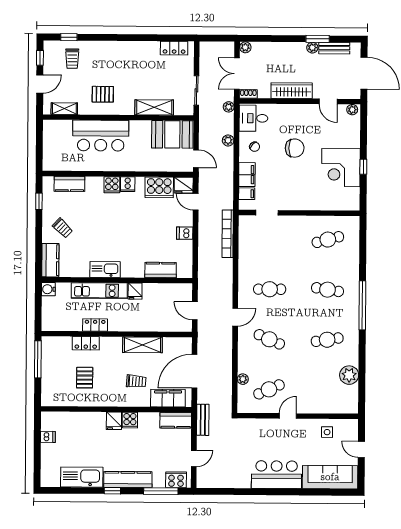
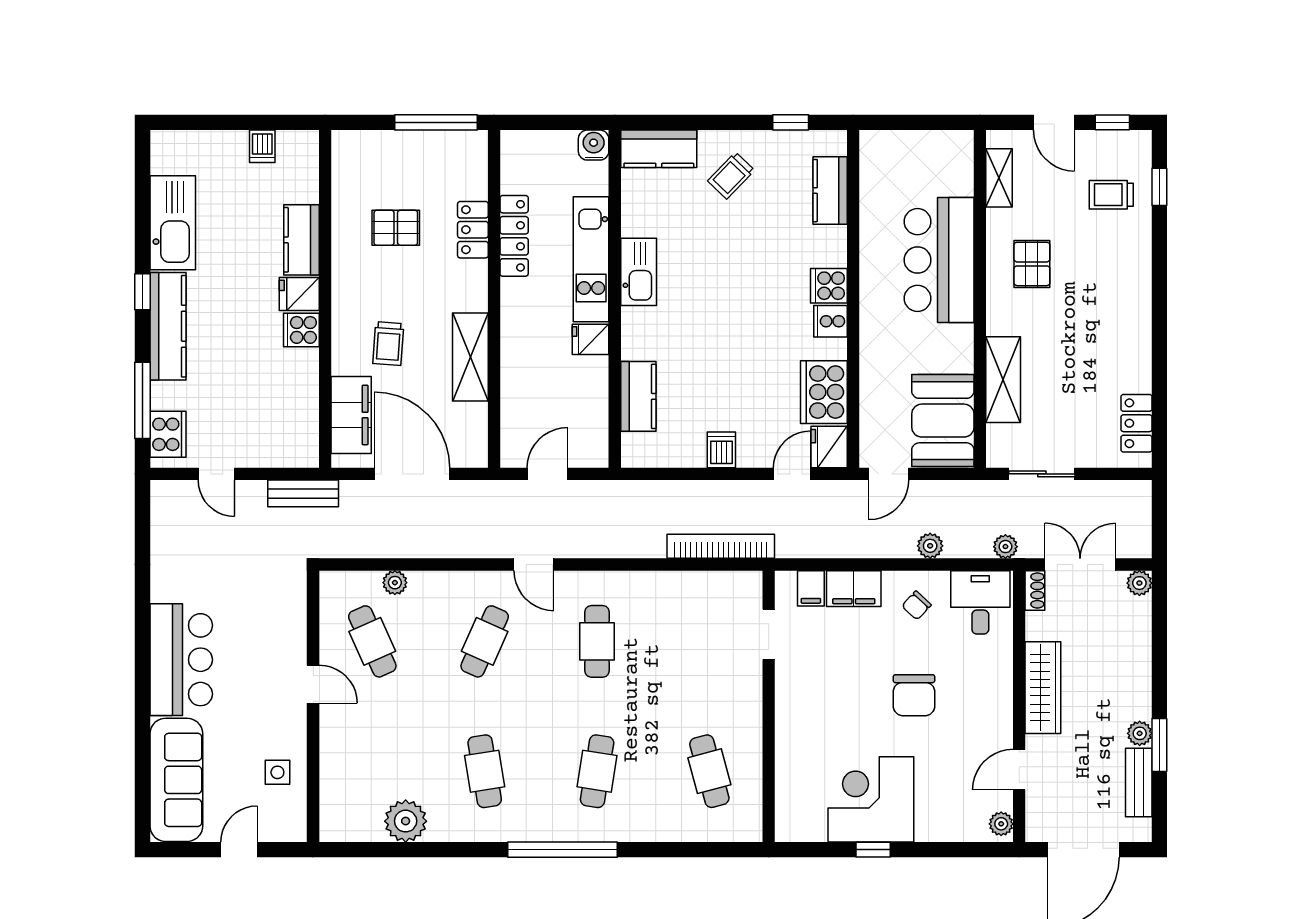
locker: (95, 325) -> (514, 236), width x1.53
kitchen counter: (176, 420) -> (301, 240), moved

